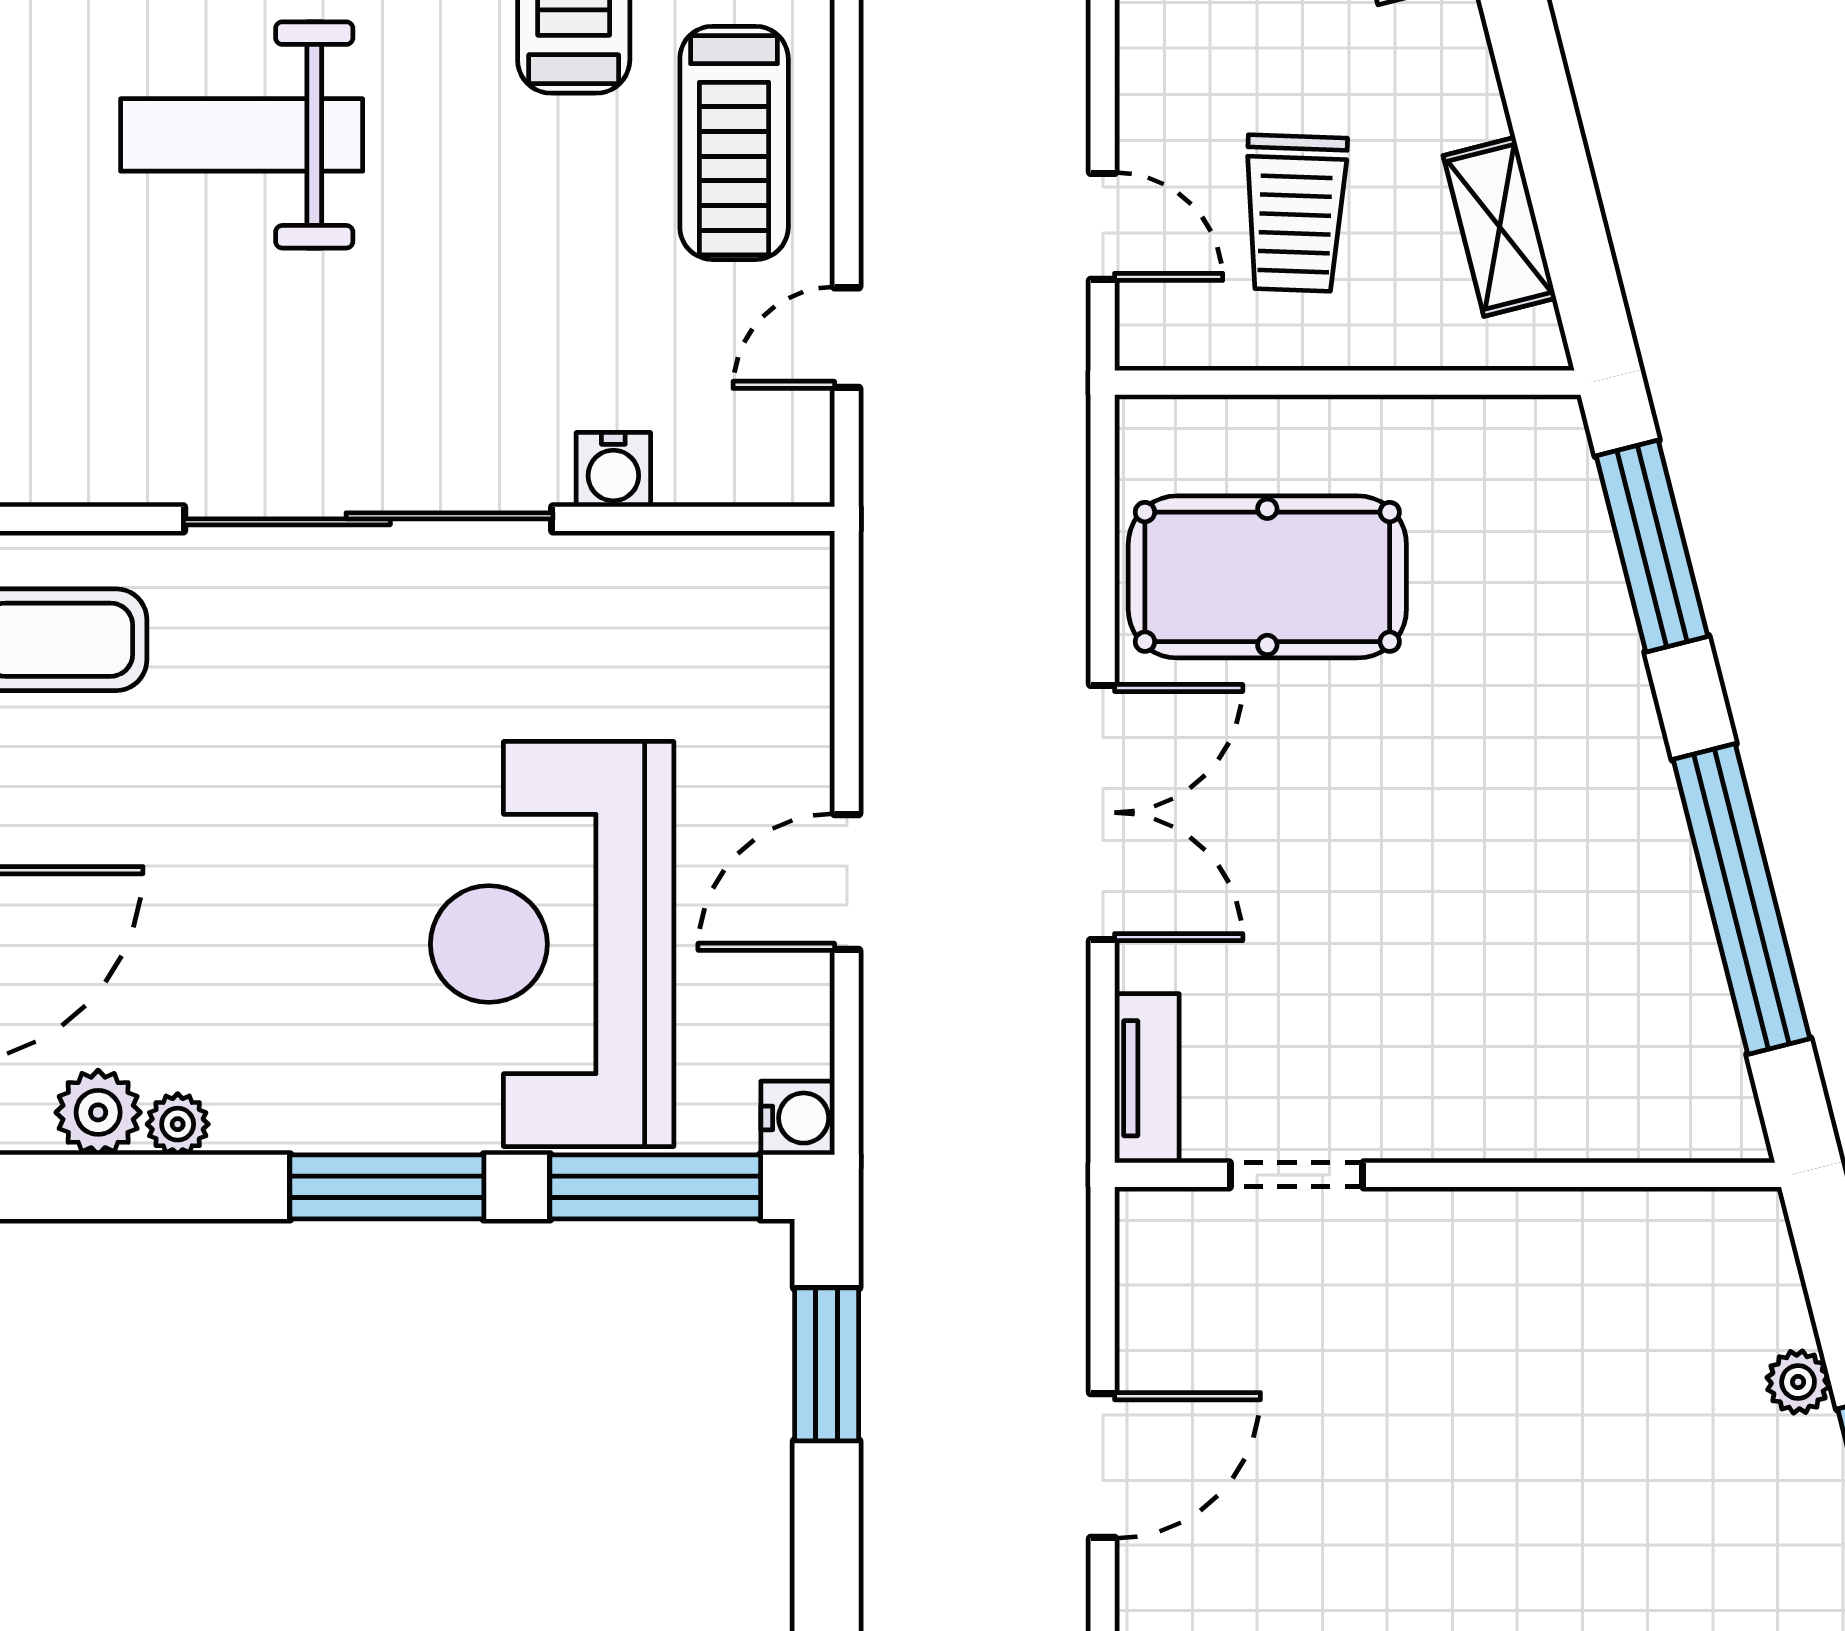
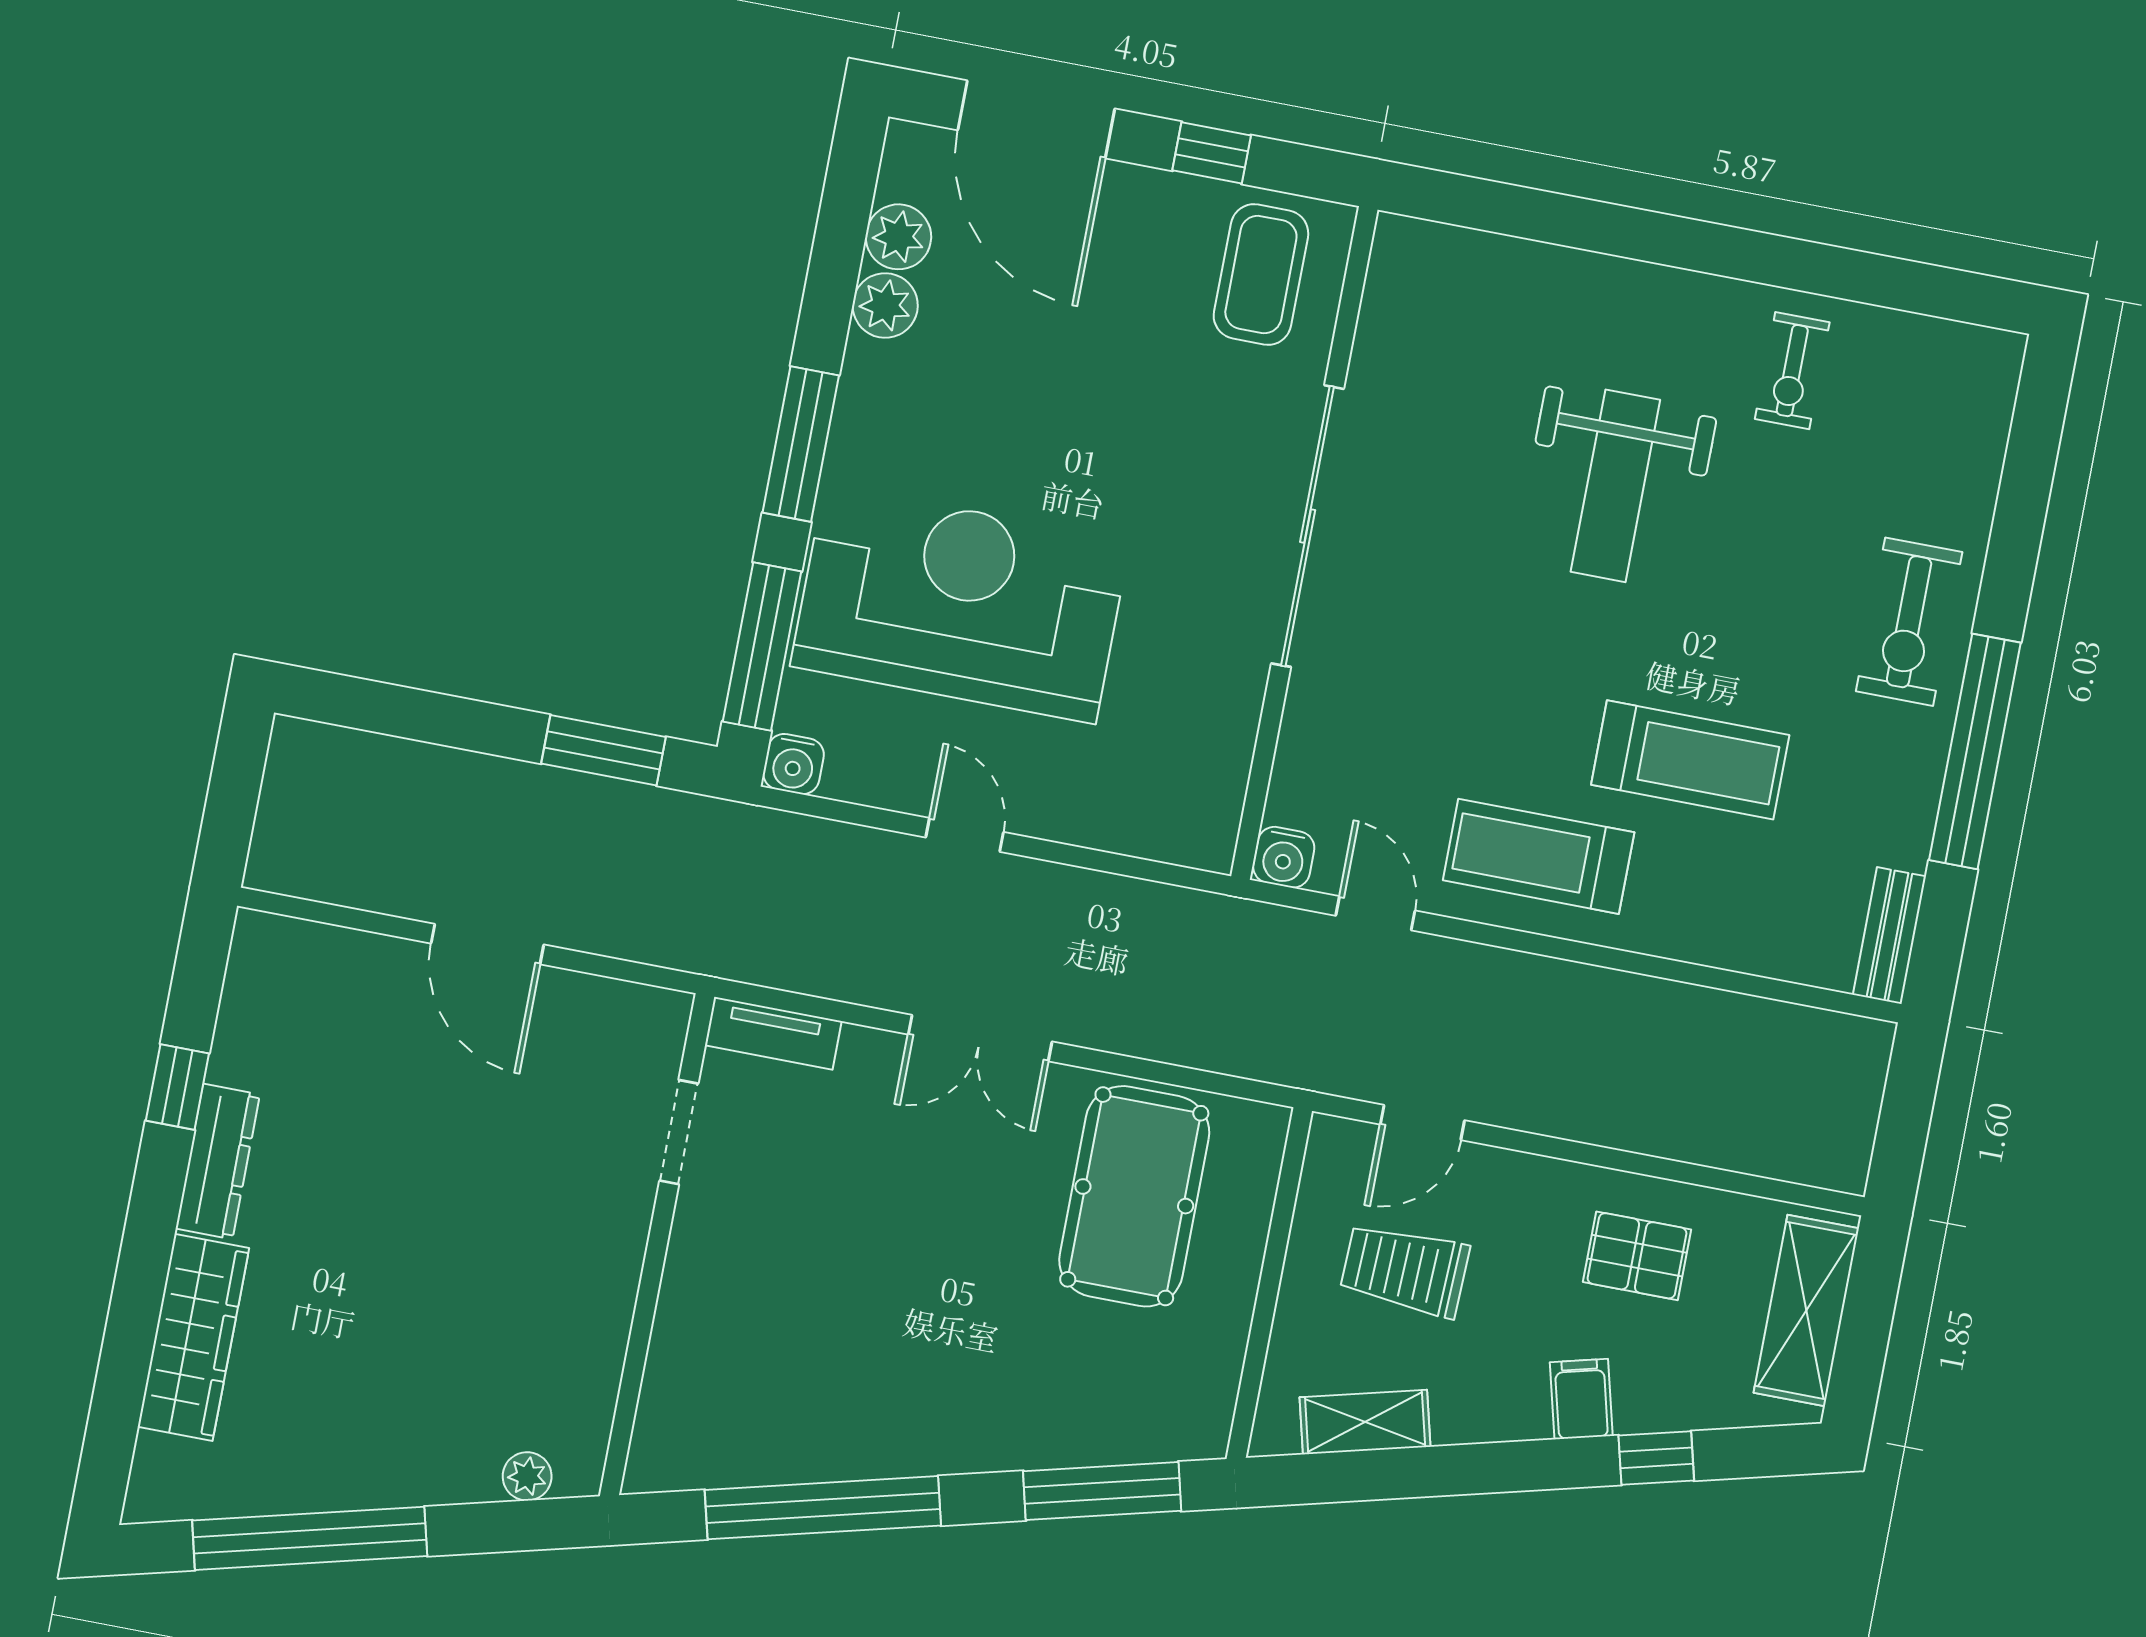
weight bench: (242, 135) -> (1615, 486), turned 180
water cooler: (613, 470) -> (1284, 857), moved, turned -90
double door: (1103, 813) -> (980, 1038), width x0.73
door: (847, 882) -> (965, 835), width x0.73
plant: (178, 1124) -> (885, 306), width x1.38, depth x1.38
plant: (1798, 1382) -> (527, 1476), moved

